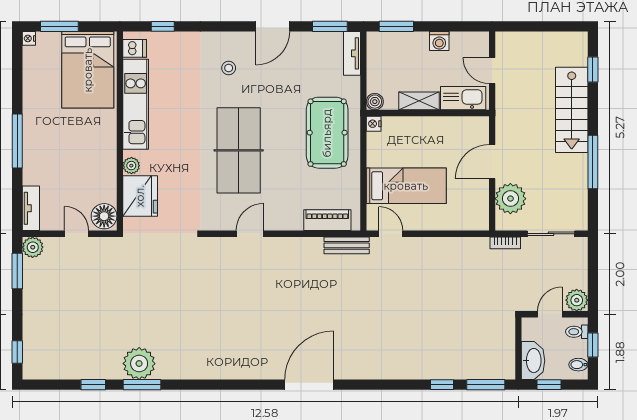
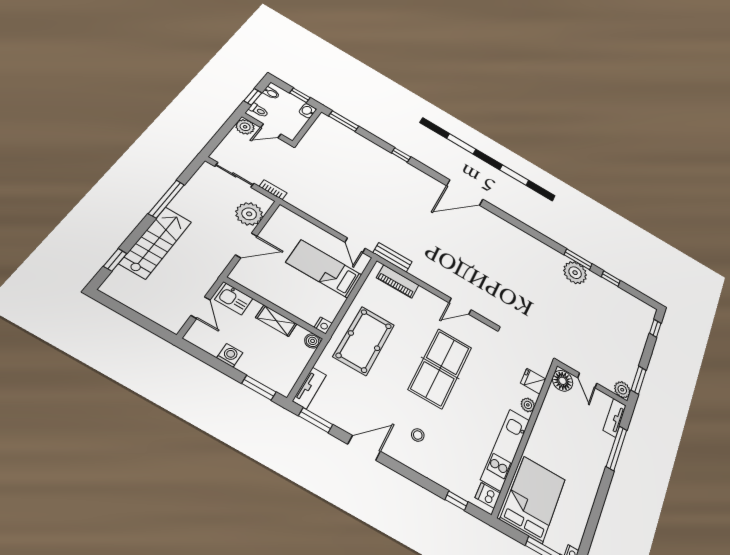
kitchen sink: (463, 98) -> (234, 299), width x0.73
window: (17, 141) -> (617, 448), moved
fridge: (140, 196) -> (533, 381), width x0.53, depth x0.75
washbasin: (533, 361) -> (308, 111), width x0.52, depth x0.69
window: (442, 385) -> (401, 155), moved

